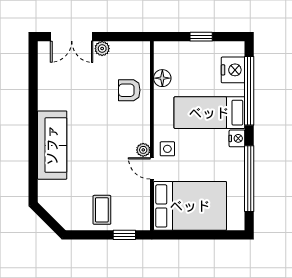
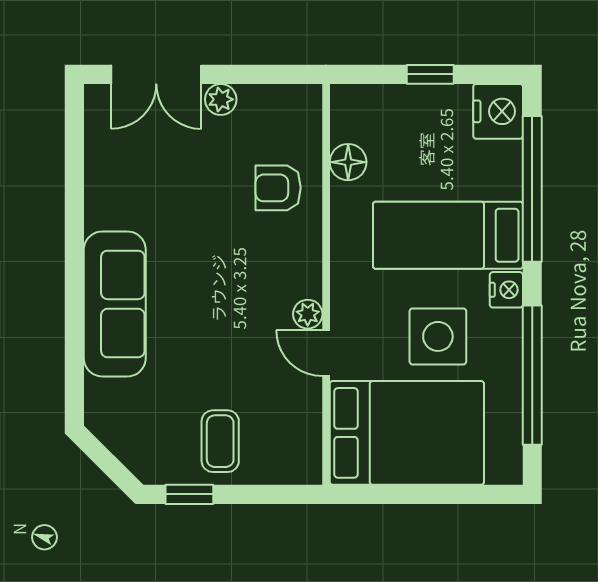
nightstand: (233, 70) -> (498, 111), moved
side table: (167, 149) -> (438, 336), moved, width x1.87, depth x1.87
window: (124, 235) -> (189, 494), moved

